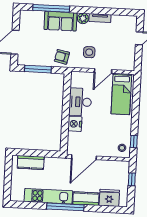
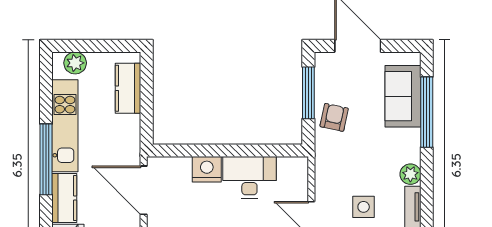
sofa: (60, 21) -> (403, 96), moved
side table: (89, 52) -> (364, 207), moved
armchair: (62, 57) -> (334, 117), moved
plant: (16, 189) -> (75, 63), added

